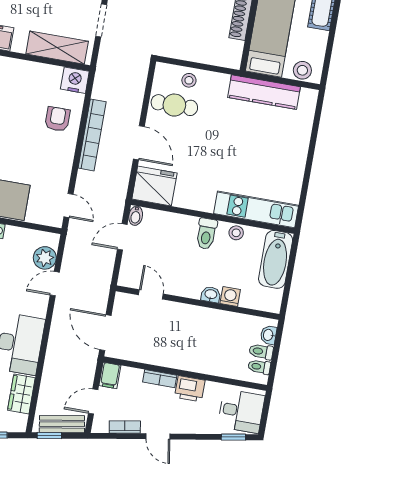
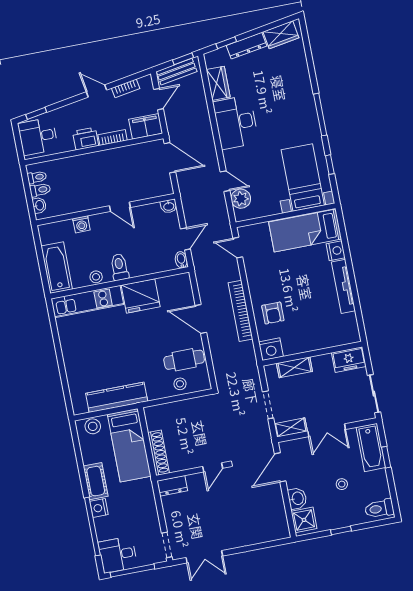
shelving: (57, 48) -> (294, 367), width x0.67, depth x0.75
fridge: (154, 186) -> (141, 296), moved
door: (55, 284) -> (225, 181), hinge flipped
door: (151, 294) -> (120, 207), moved
washbasin: (211, 295) -> (169, 206), moved
filing cabinet: (110, 375) -> (146, 126), width x2.00

